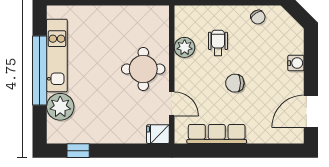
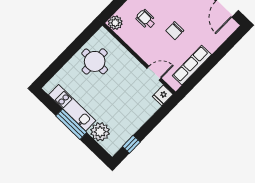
plant: (185, 47) -> (115, 23), moved
round table: (143, 69) -> (95, 61), moved
window: (40, 71) -> (71, 124), width x0.68

